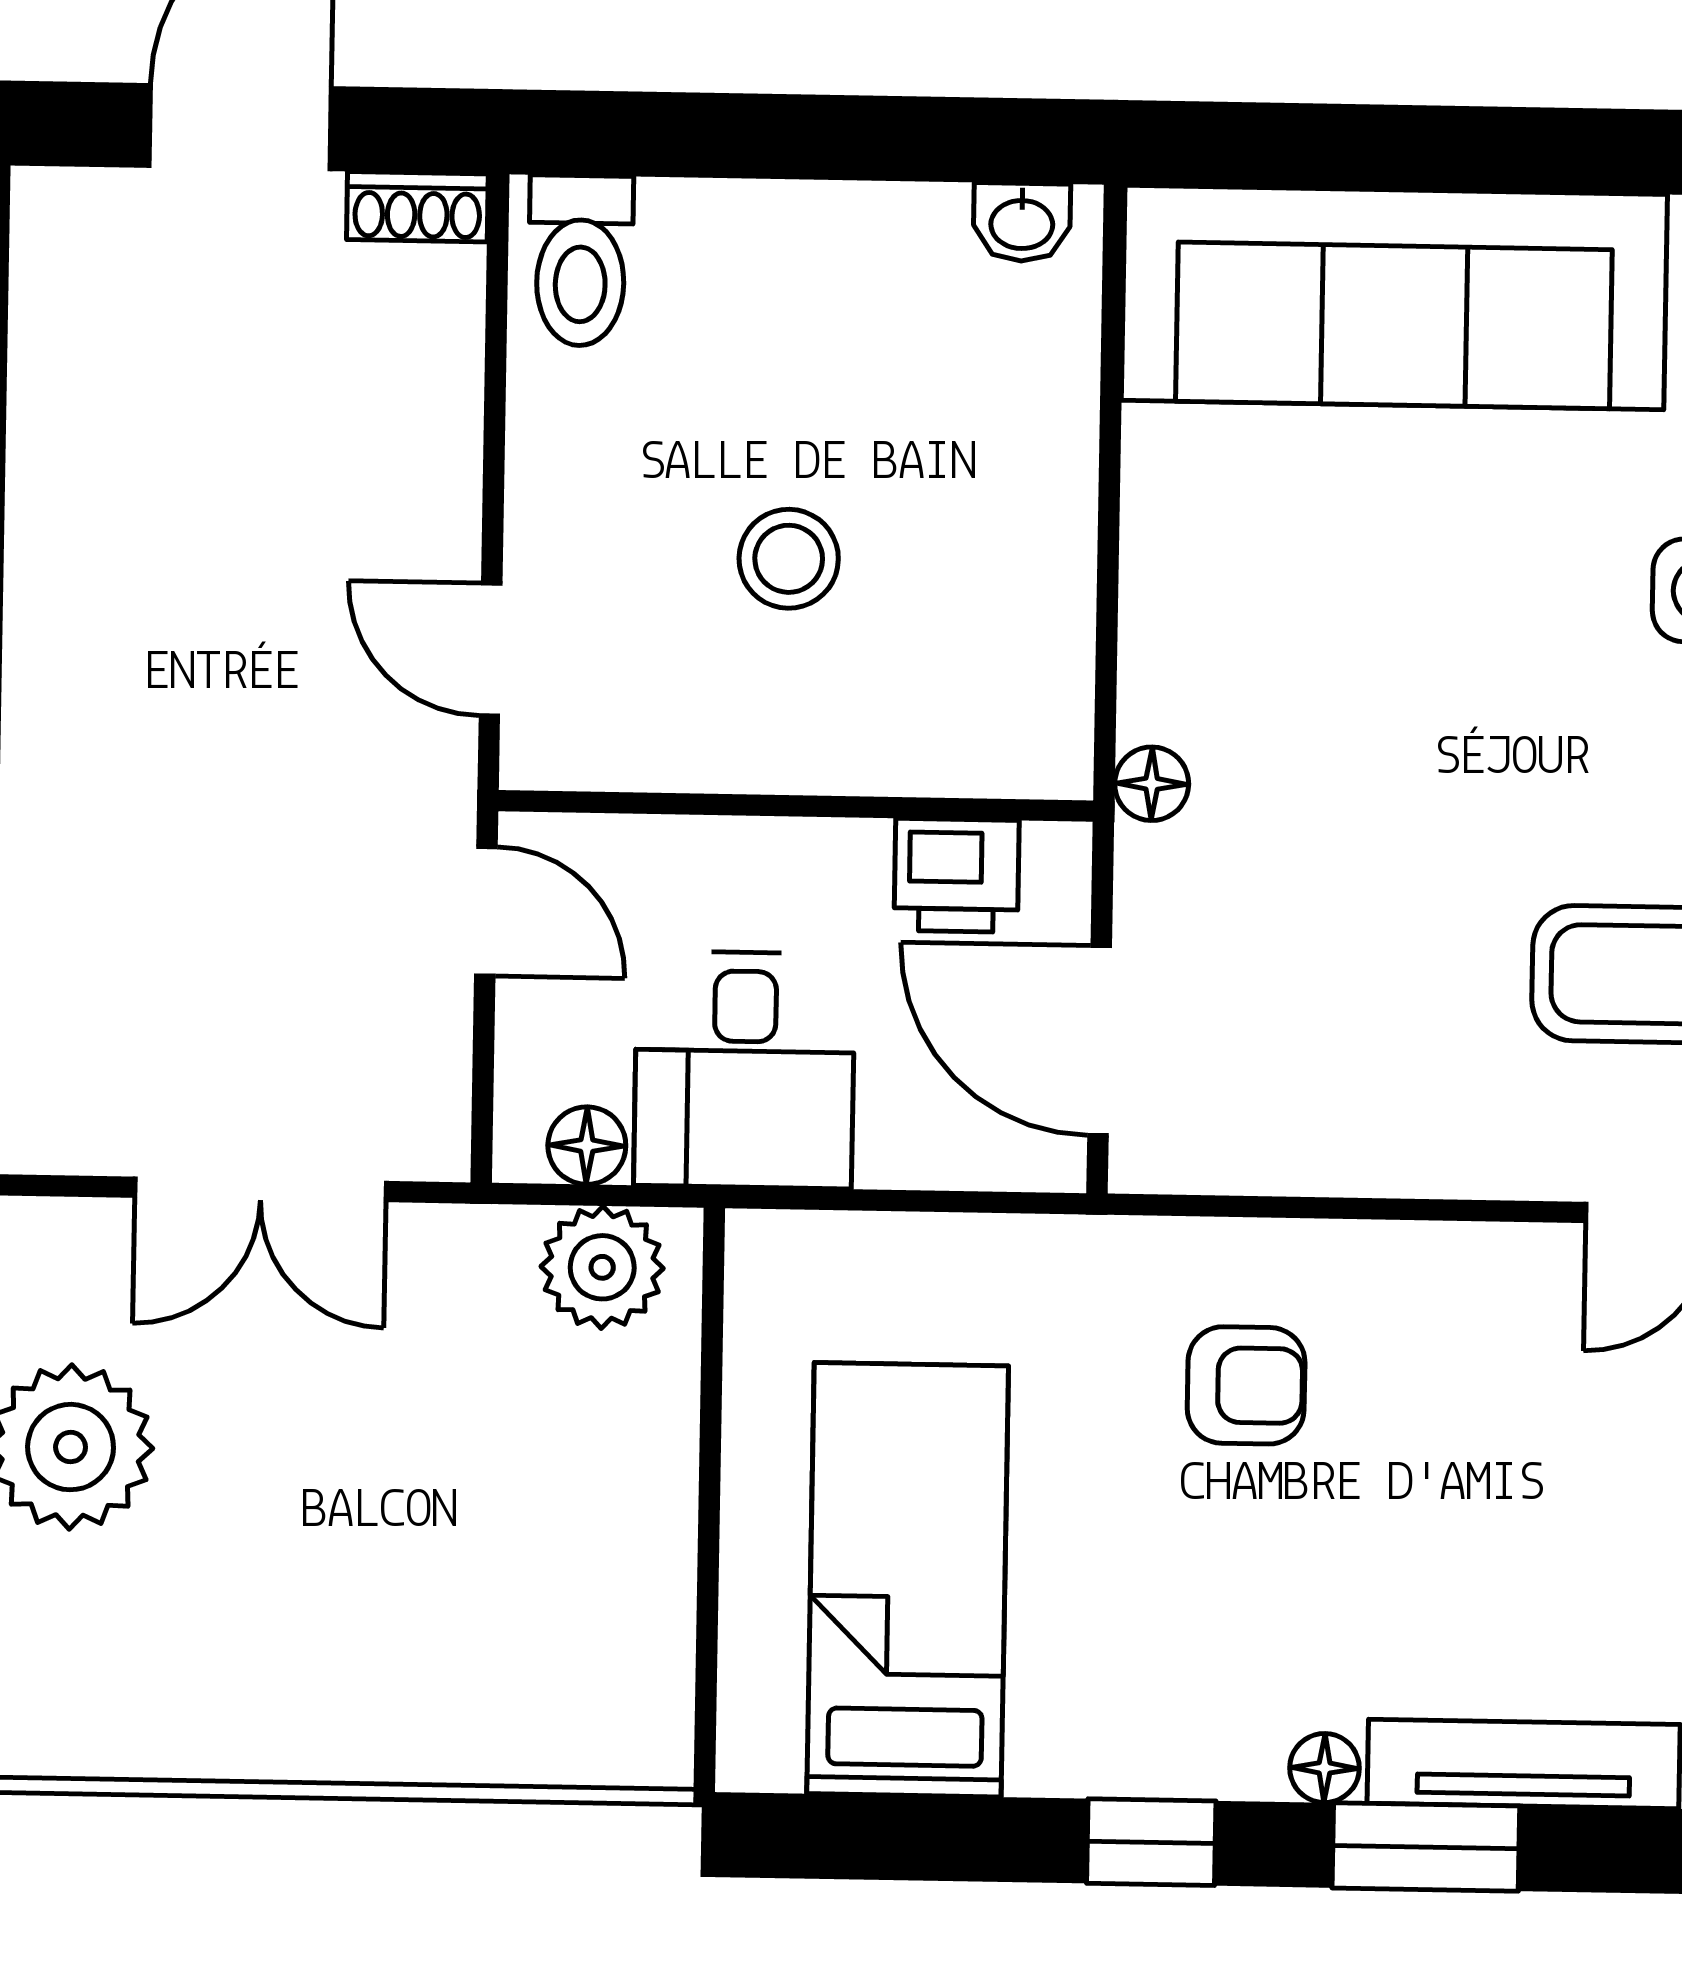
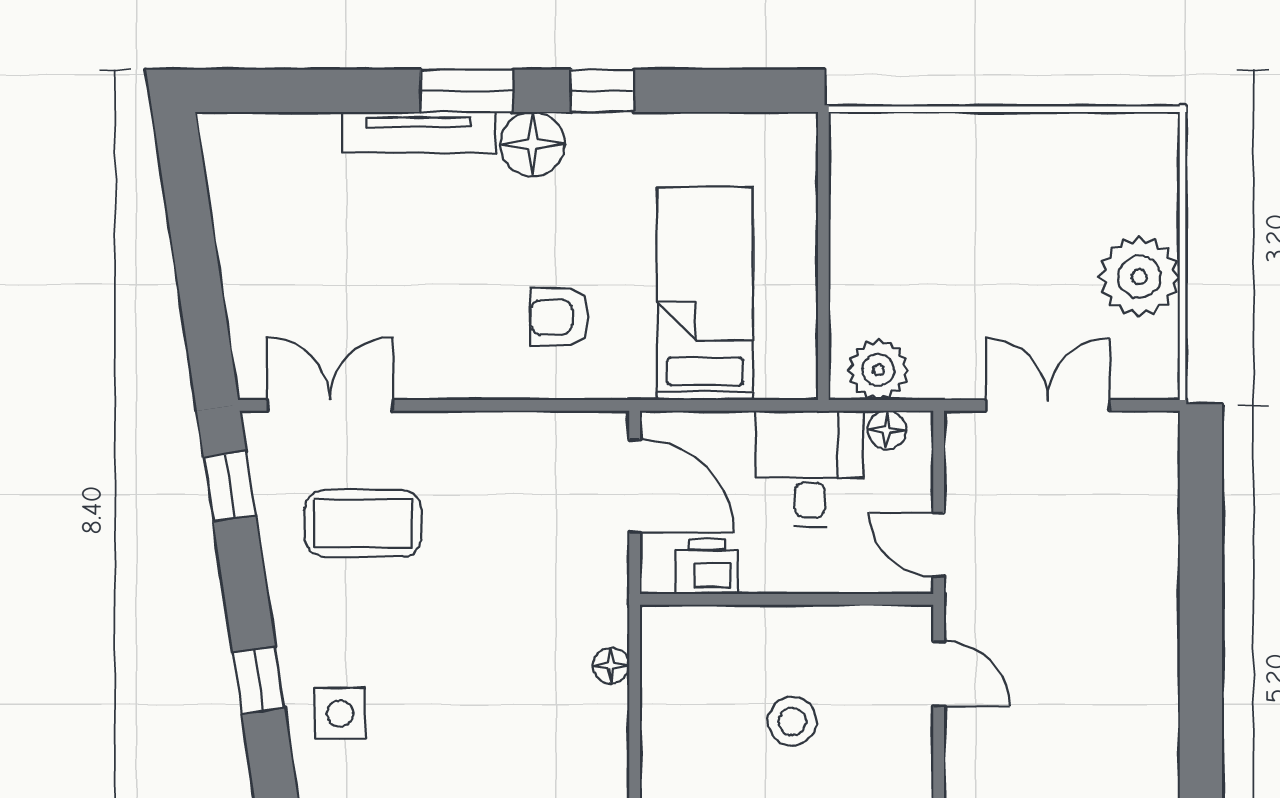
floor lamp: (1152, 784) -> (611, 666), moved
bed: (908, 1580) -> (705, 294), moved, turned 180
floor lamp: (1325, 1768) -> (532, 144), width x1.89, depth x1.89

